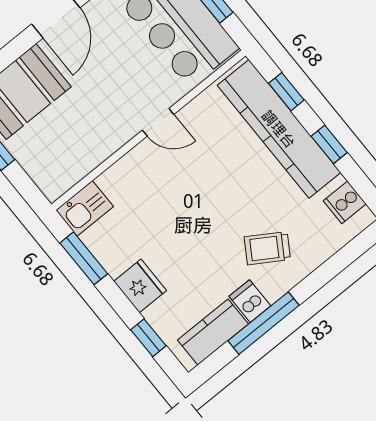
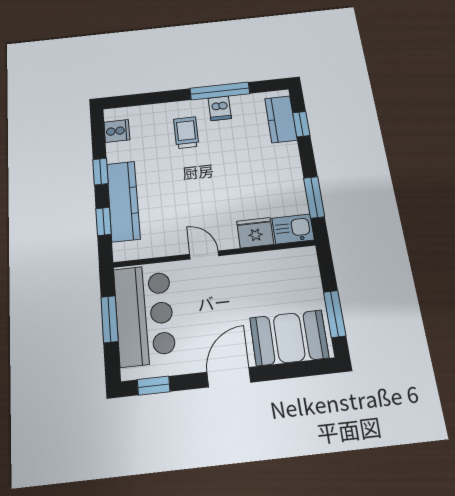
kitchen counter: (279, 129) -> (123, 201), width x0.72, depth x0.86
trolley: (267, 248) -> (186, 133), turned -122
fridge: (140, 286) -> (255, 233), moved, turned 90
kitchen counter: (213, 332) -> (281, 119), moved, turned 90

